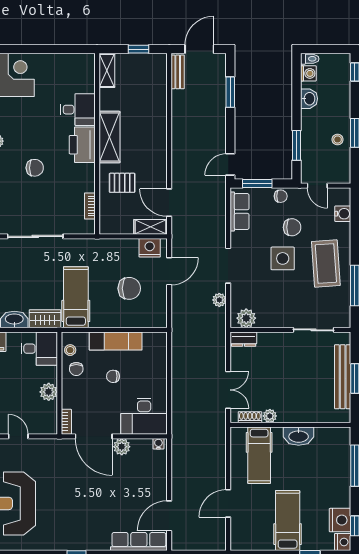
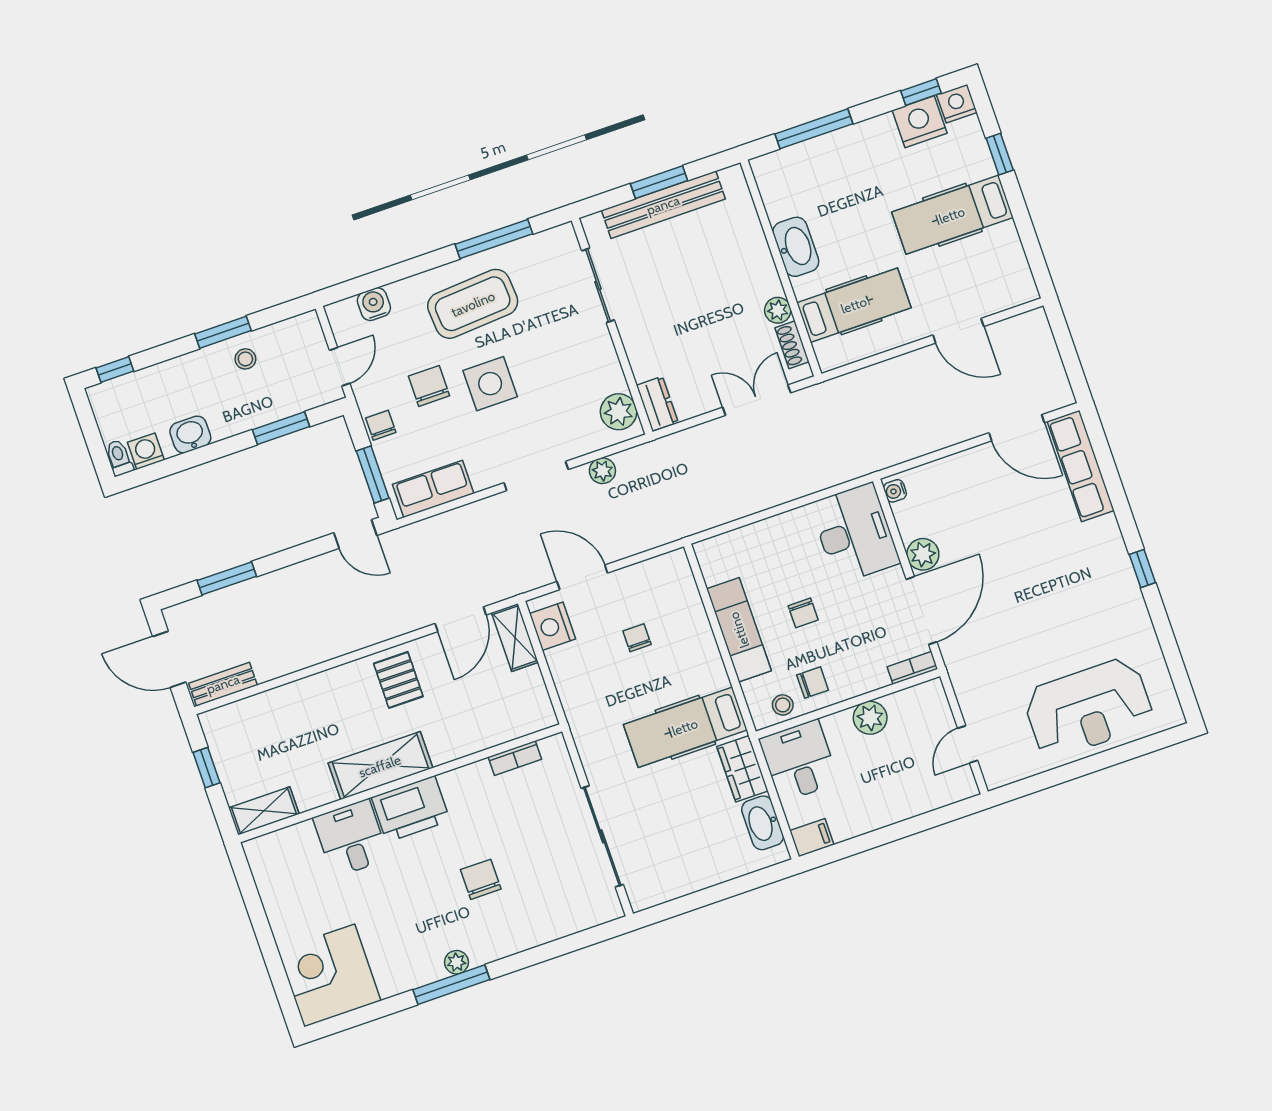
pallet: (122, 183) -> (398, 680), moved
chair: (129, 288) -> (637, 638), width x0.54, depth x0.54

